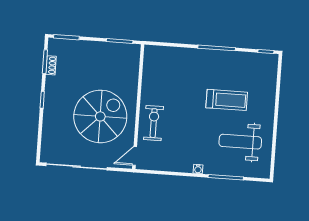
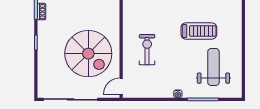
spiral stairs: (100, 116) -> (88, 54), turned 90
exercise bike: (154, 123) -> (147, 50), moved
weight bench: (240, 142) -> (213, 67), turned 90

